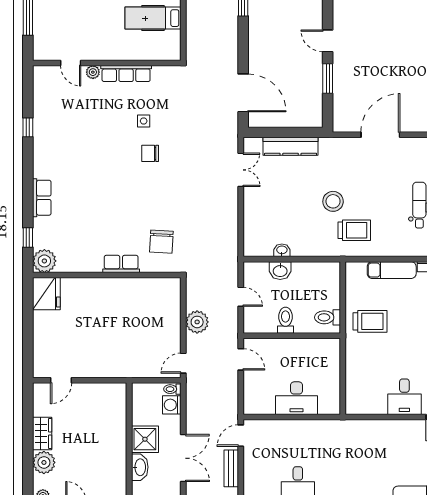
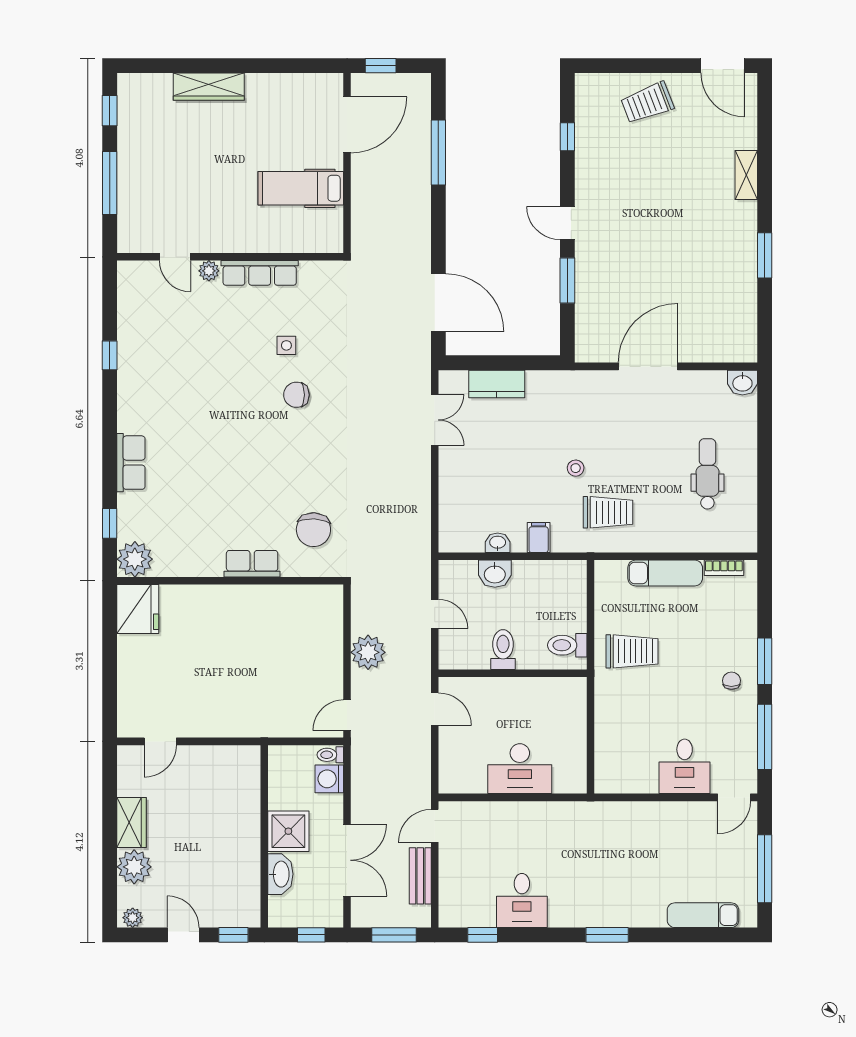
kitchen counter: (291, 146) -> (497, 384), width x0.67
stool: (333, 201) -> (576, 468), width x0.53, depth x0.53
filing cabinet: (309, 247) -> (539, 538), added

